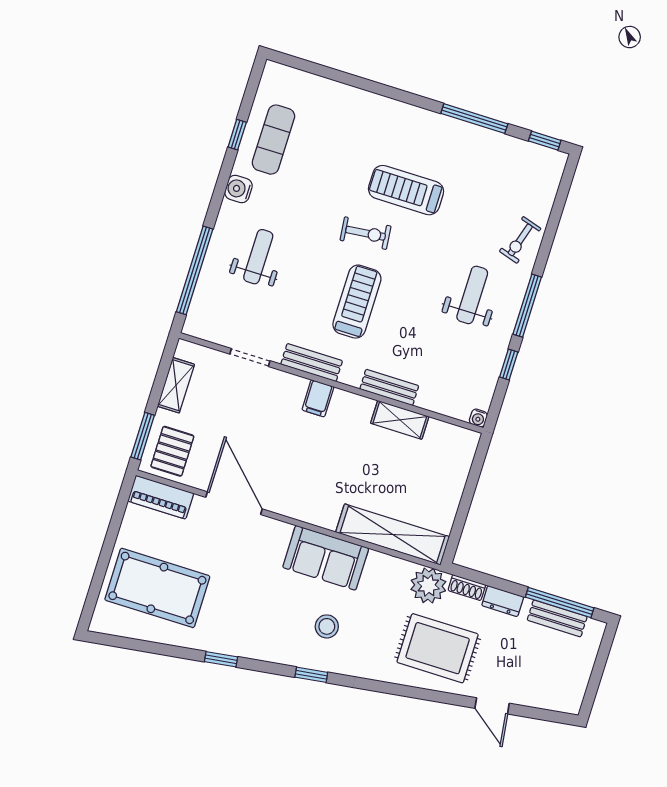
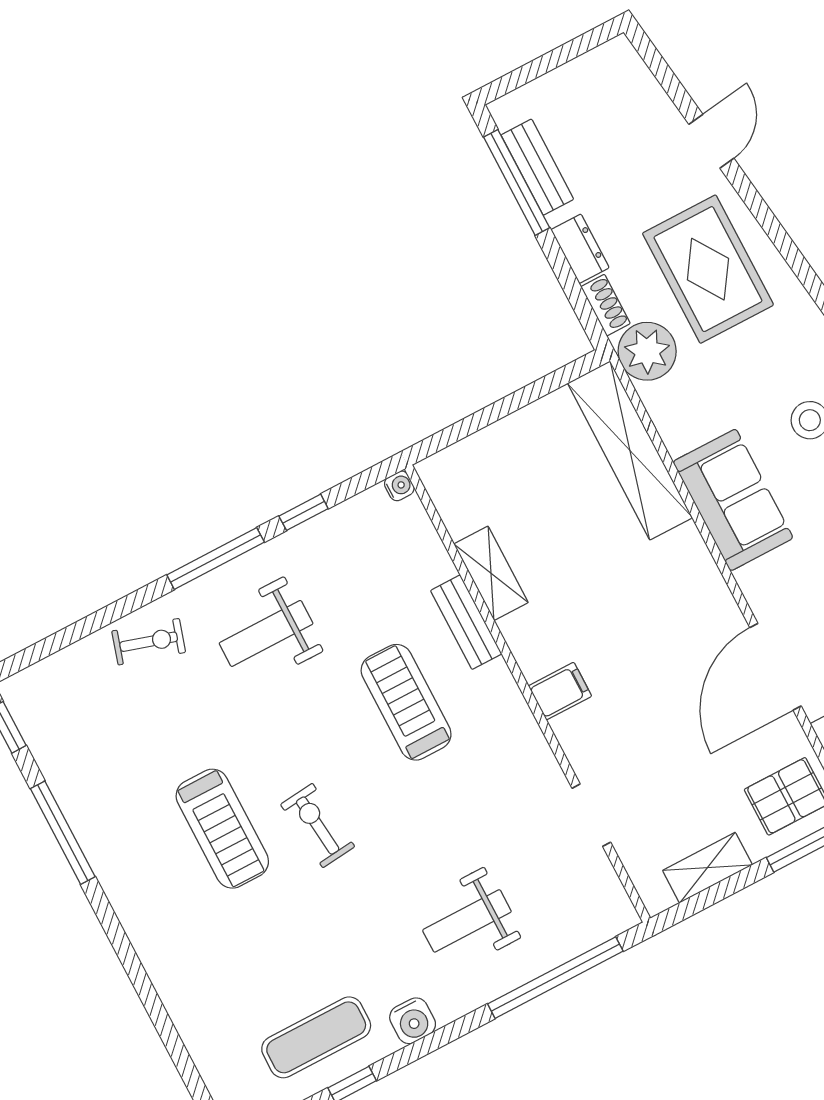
treadmill: (357, 302) -> (406, 702), moved, turned 90
bench: (312, 363) -> (527, 739), removed

